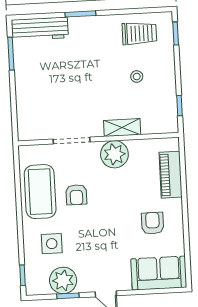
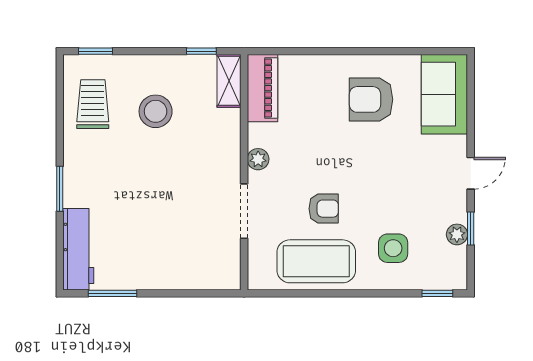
stool: (137, 77) -> (156, 111), width x1.89, depth x1.89
shelving: (122, 128) -> (229, 81), moved
plant: (114, 154) -> (258, 159), width x0.53, depth x0.53
piano: (171, 175) -> (262, 88), moved, turned -90
armchair: (153, 223) -> (371, 99), width x1.38, depth x1.38
plant: (63, 280) -> (457, 234), width x0.53, depth x0.53

